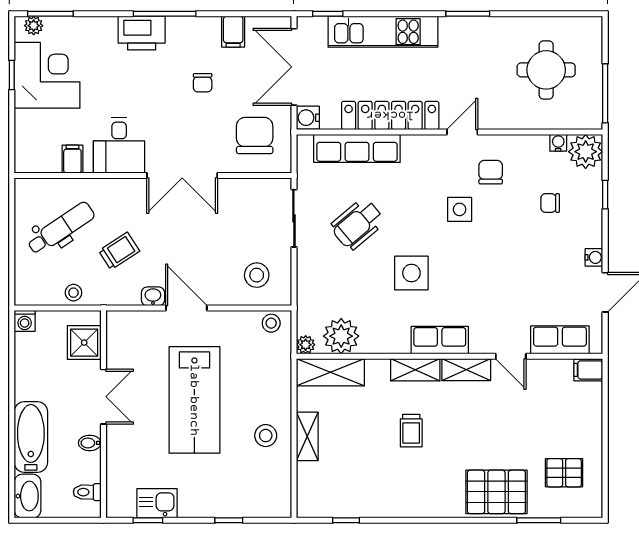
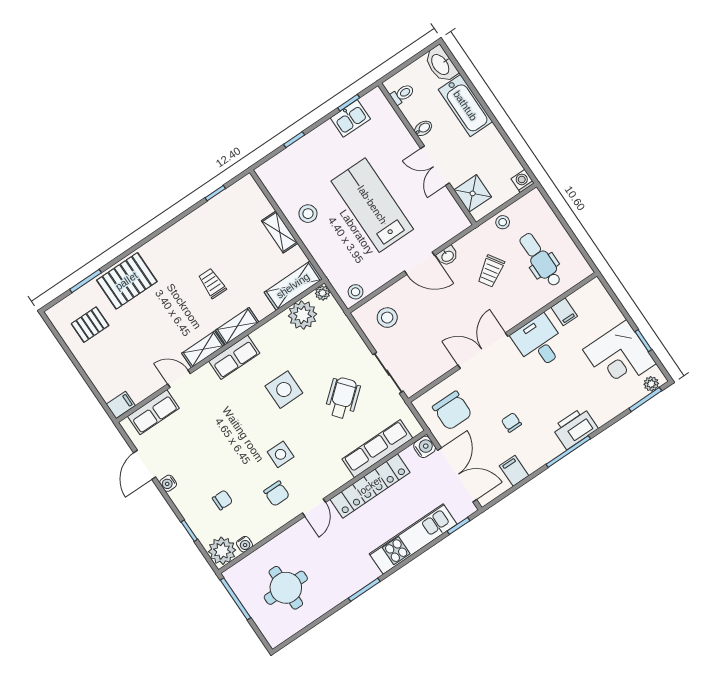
dental chair: (61, 228) -> (540, 260), turned 124

